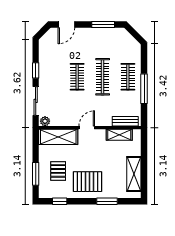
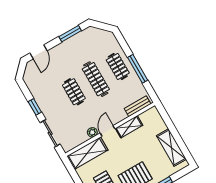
plant: (45, 121) -> (92, 132), moved
shelving: (119, 135) -> (129, 127), moved

